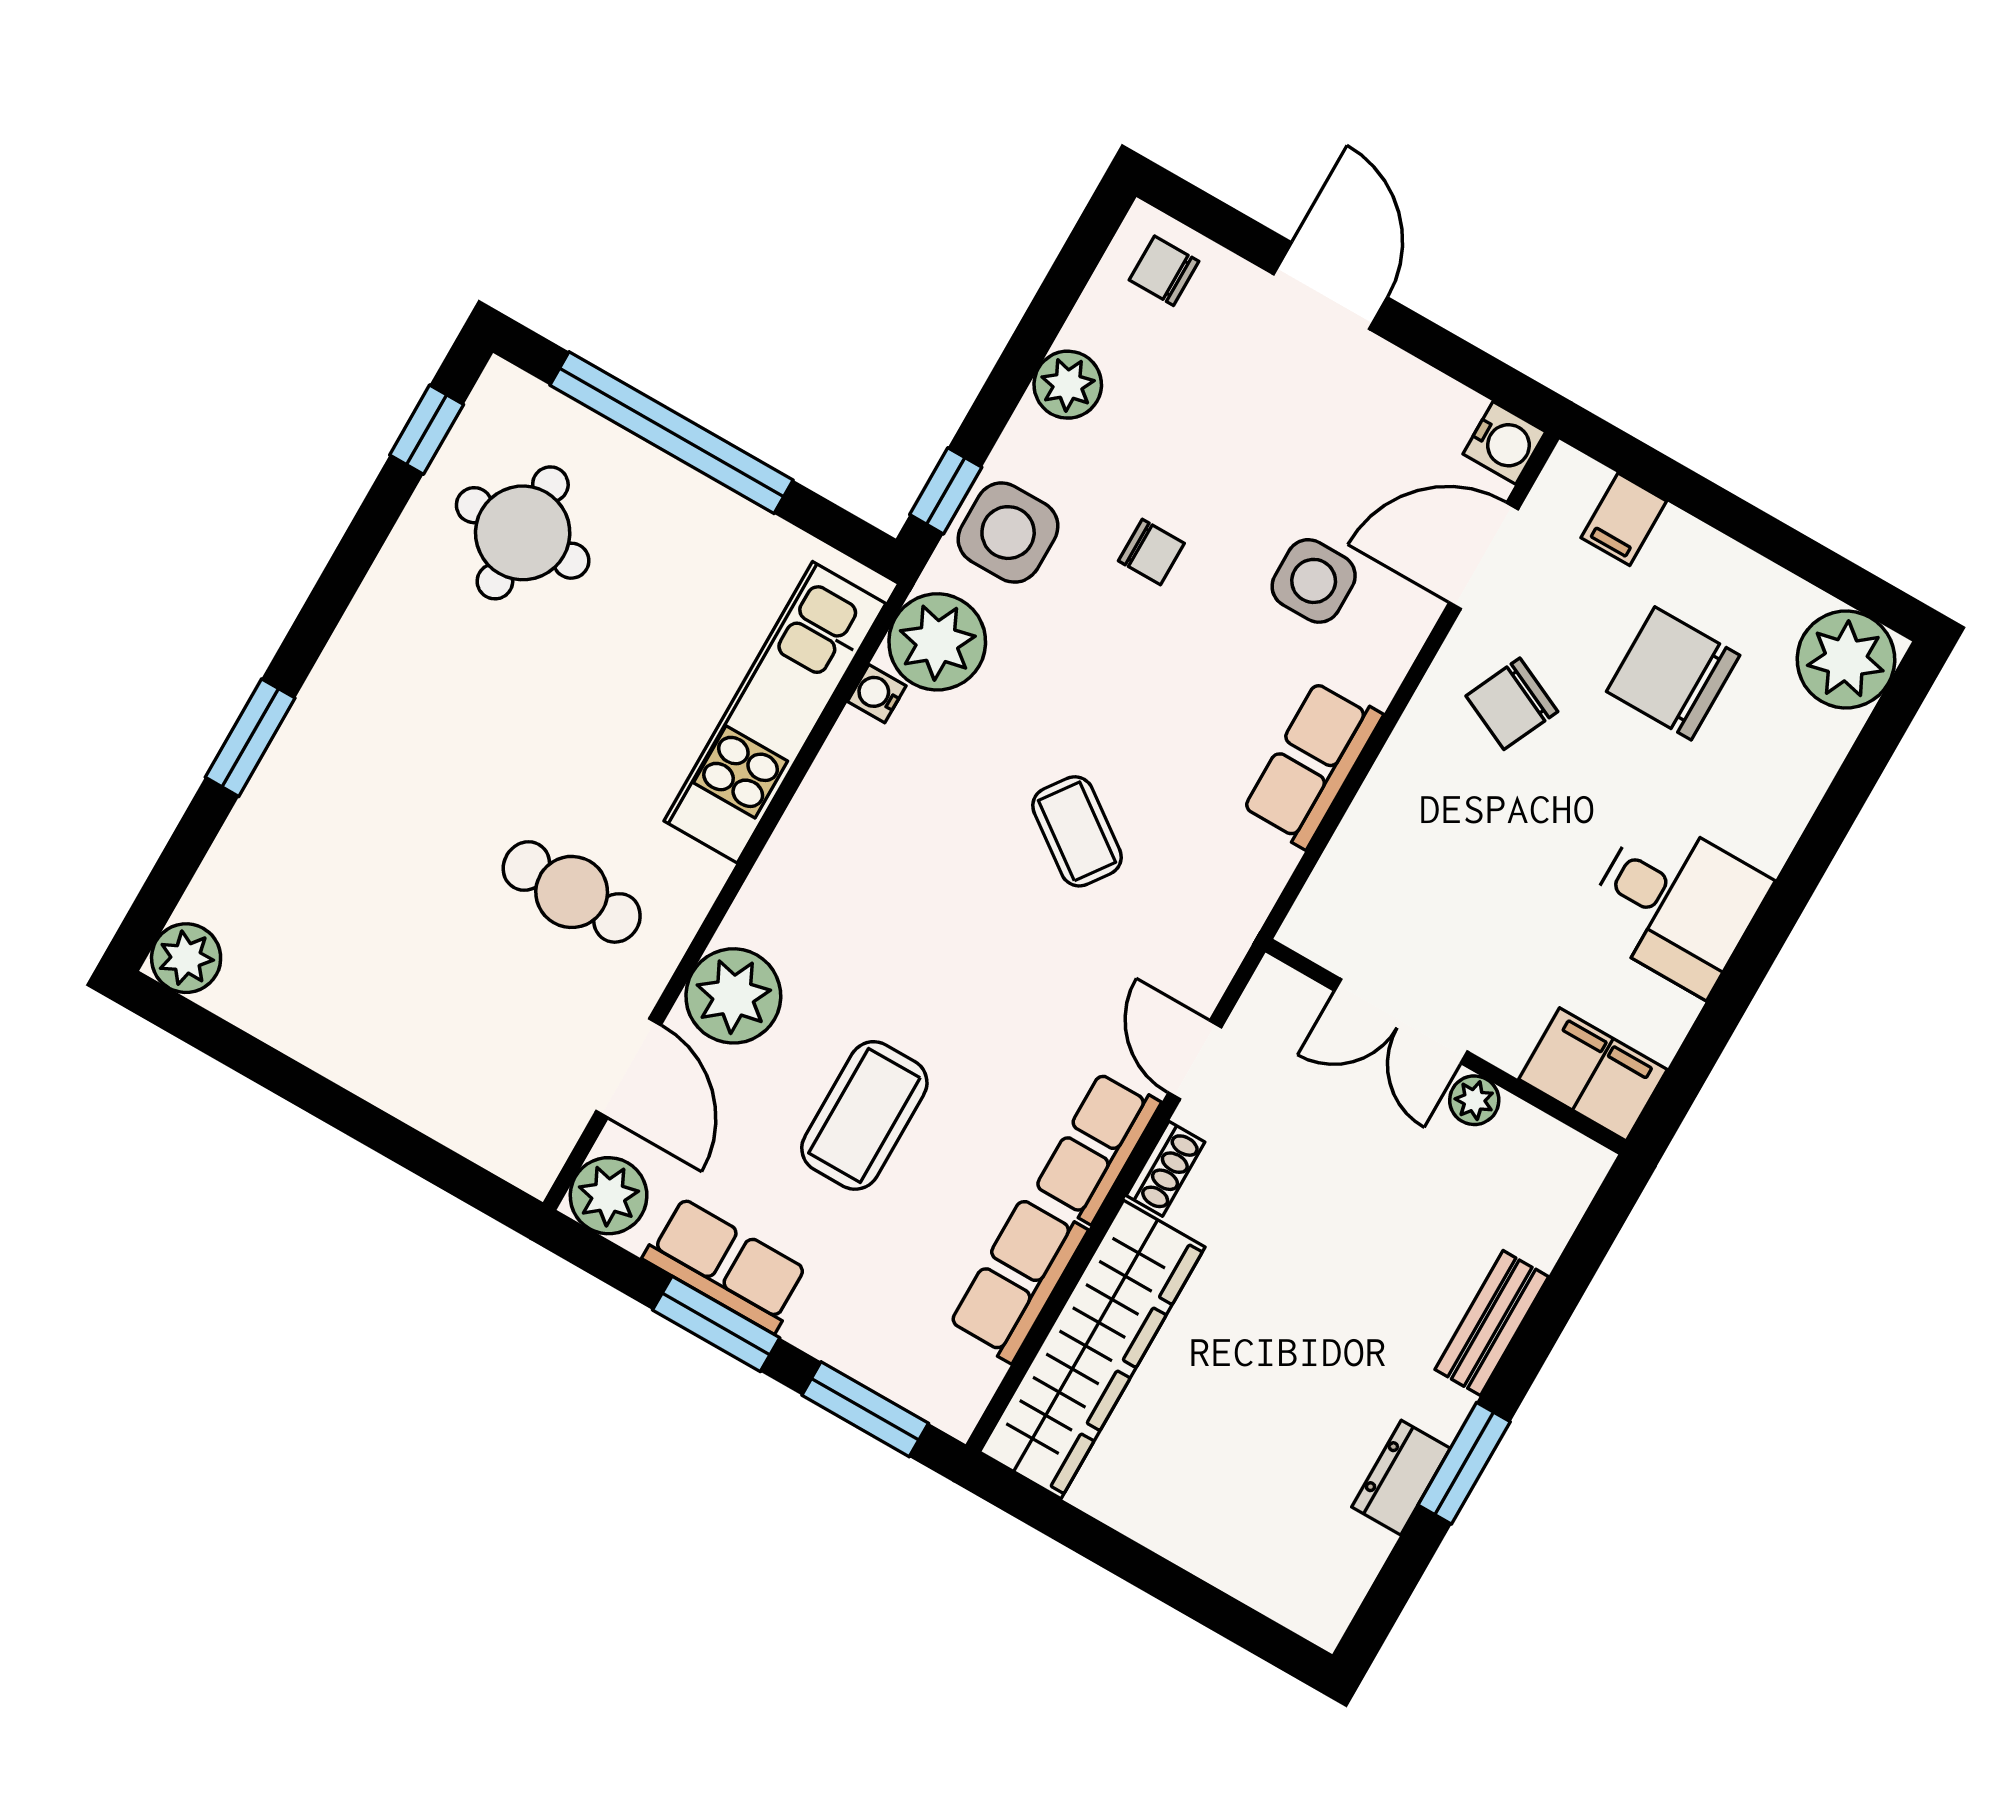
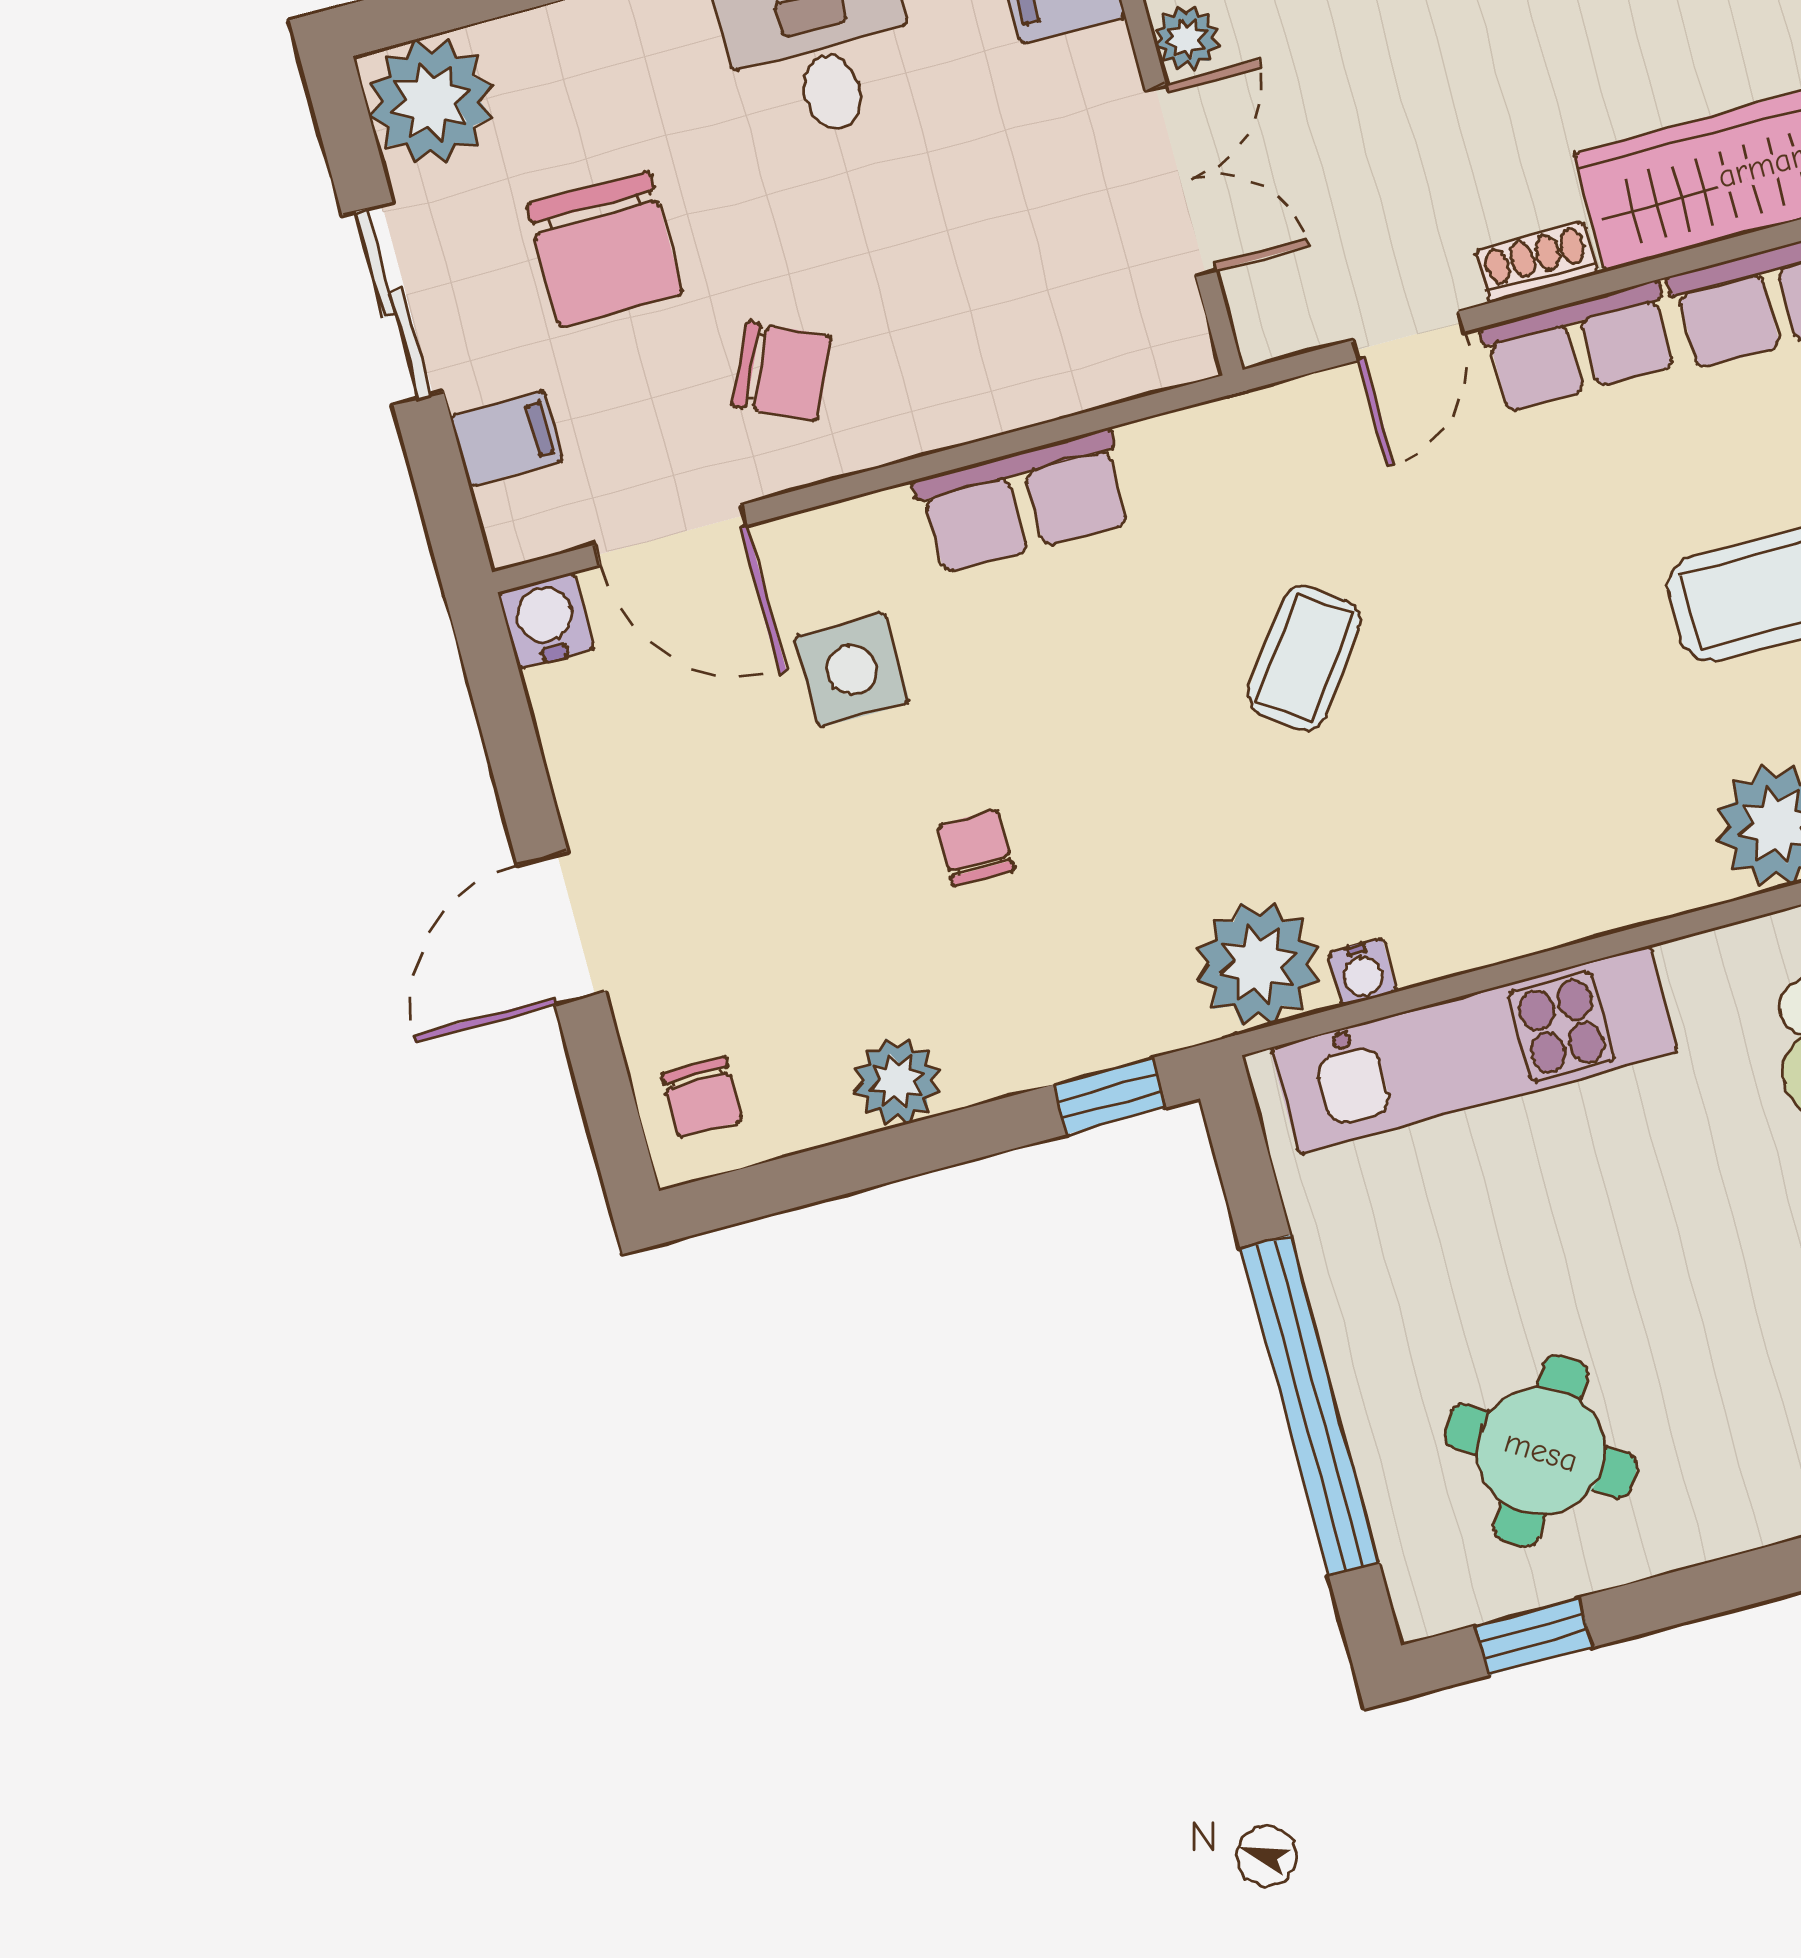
sliding door: (1758, 530) -> (393, 303), added
round table: (523, 533) -> (1541, 1451), turned 32
side table: (1008, 533) -> (1090, 999), removed

